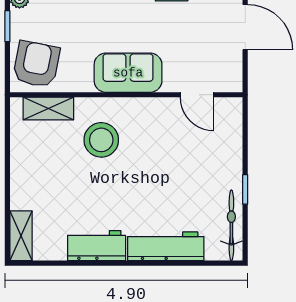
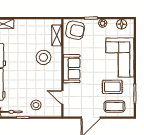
door: (197, 95) -> (62, 97), hinge flipped
stool: (215, 158) -> (36, 105), added

